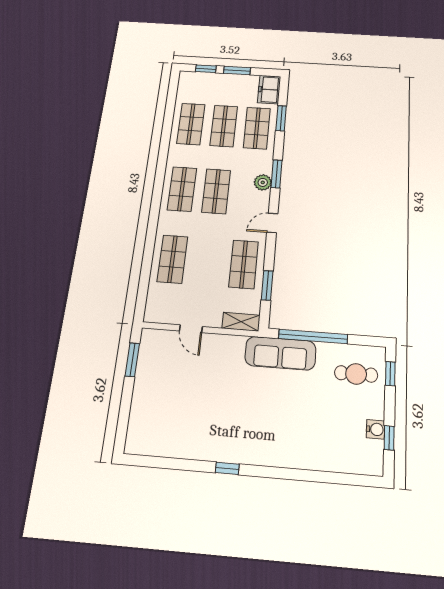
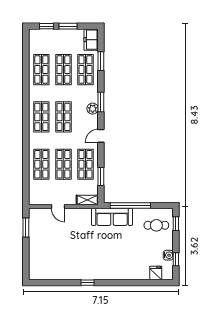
shop shelf: (208, 262) -> (63, 164), added
fridge: (352, 461) -> (156, 273), added

